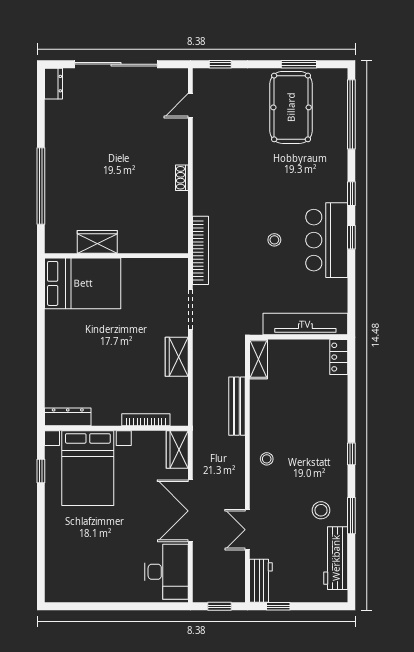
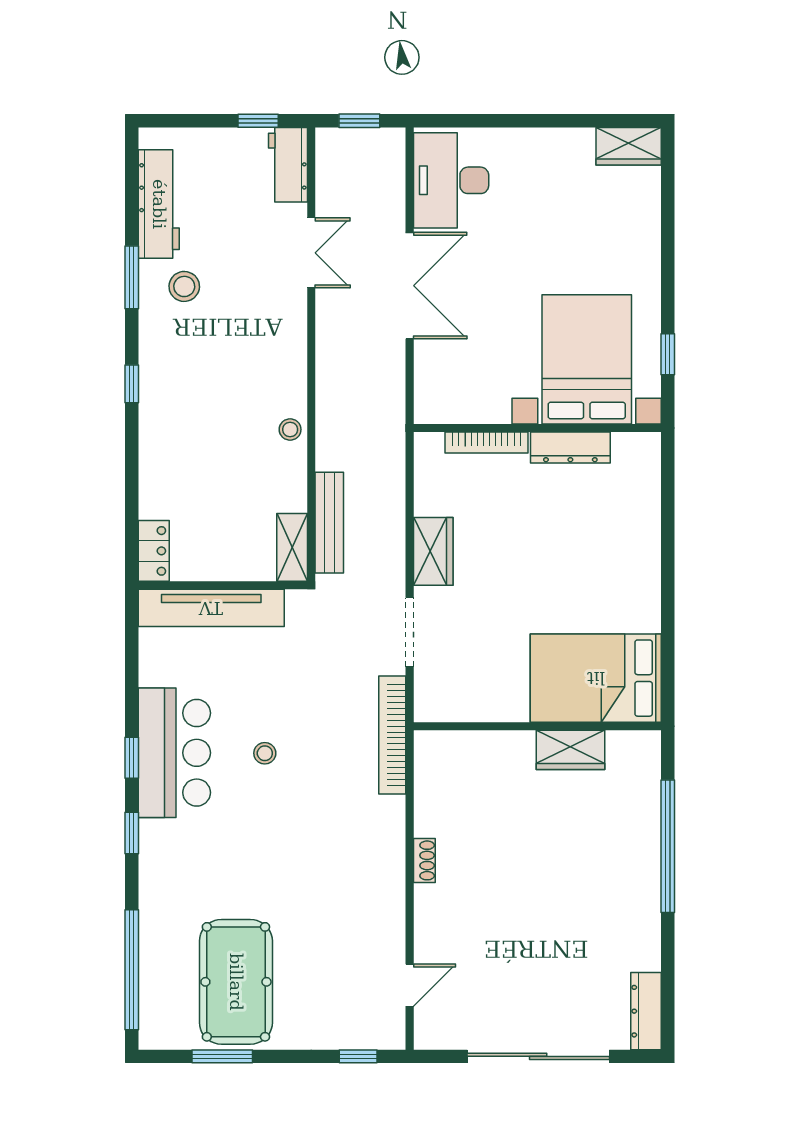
dresser: (53, 84) -> (646, 1011), width x1.44
bench: (237, 406) -> (329, 523), moved
dresser: (68, 417) -> (570, 448), moved
wardrobe: (177, 449) -> (629, 146), moved, turned 90
stool: (267, 459) -> (290, 429), moved

